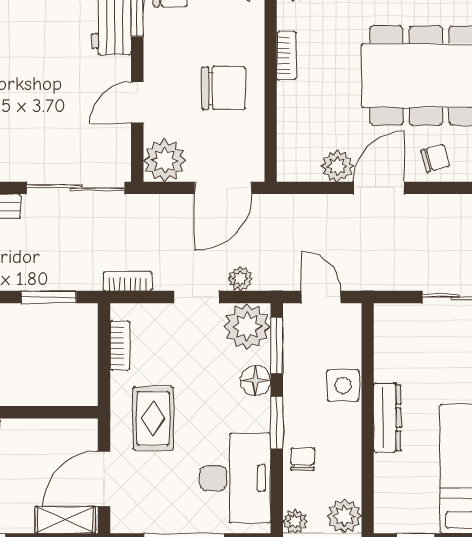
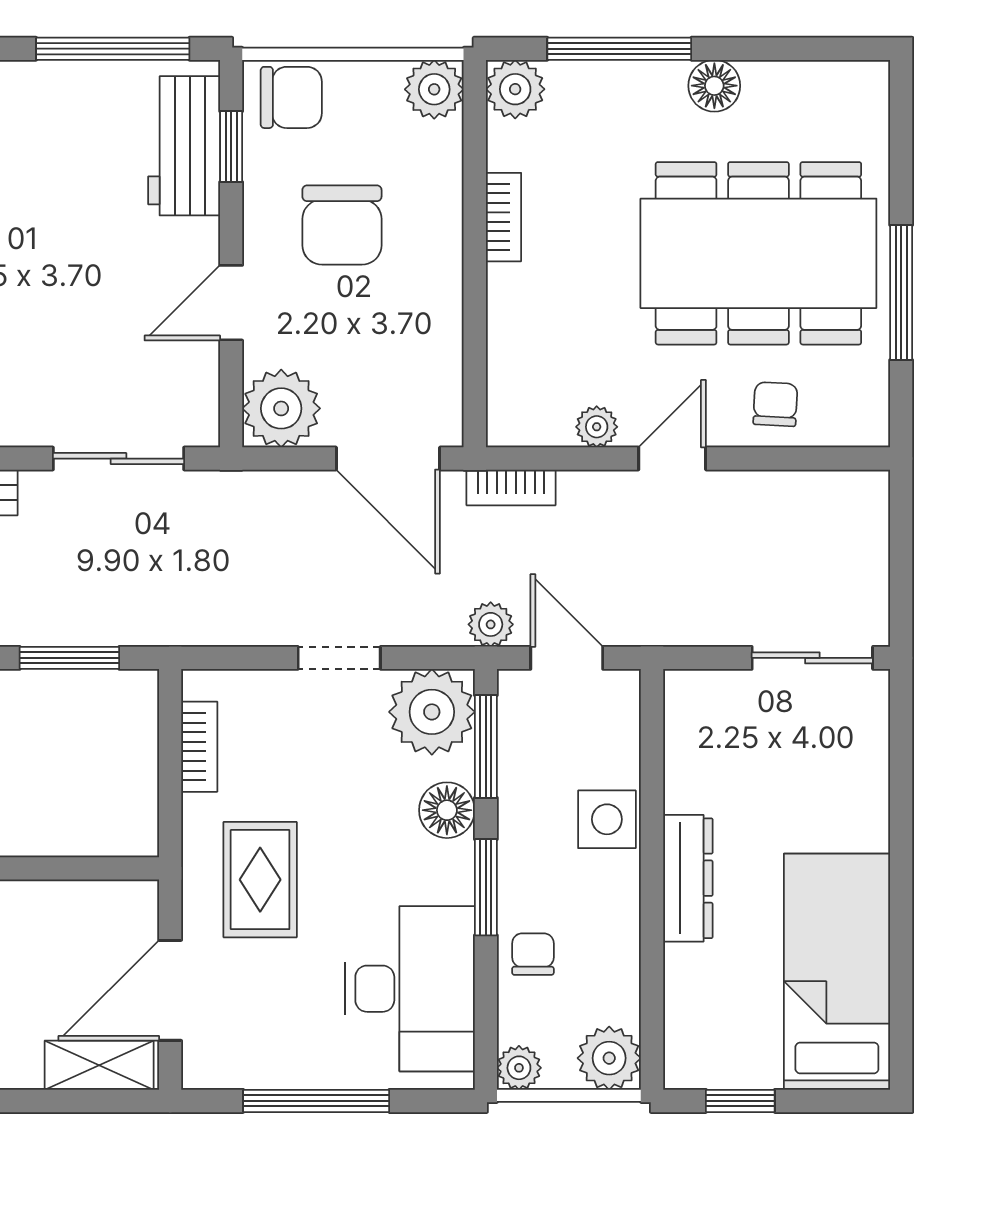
chair: (223, 88) -> (342, 225), moved, turned 90
chair: (435, 158) -> (775, 404), turned -71
plant: (337, 166) -> (597, 427), width x0.73, depth x0.73
sliding door: (76, 188) -> (118, 459), width x0.73
door: (223, 188) -> (388, 459), hinge flipped
door: (379, 188) -> (672, 459), width x0.73
plant: (240, 279) -> (491, 624), moved
bookcase: (128, 281) -> (511, 487), moved, turned 180

